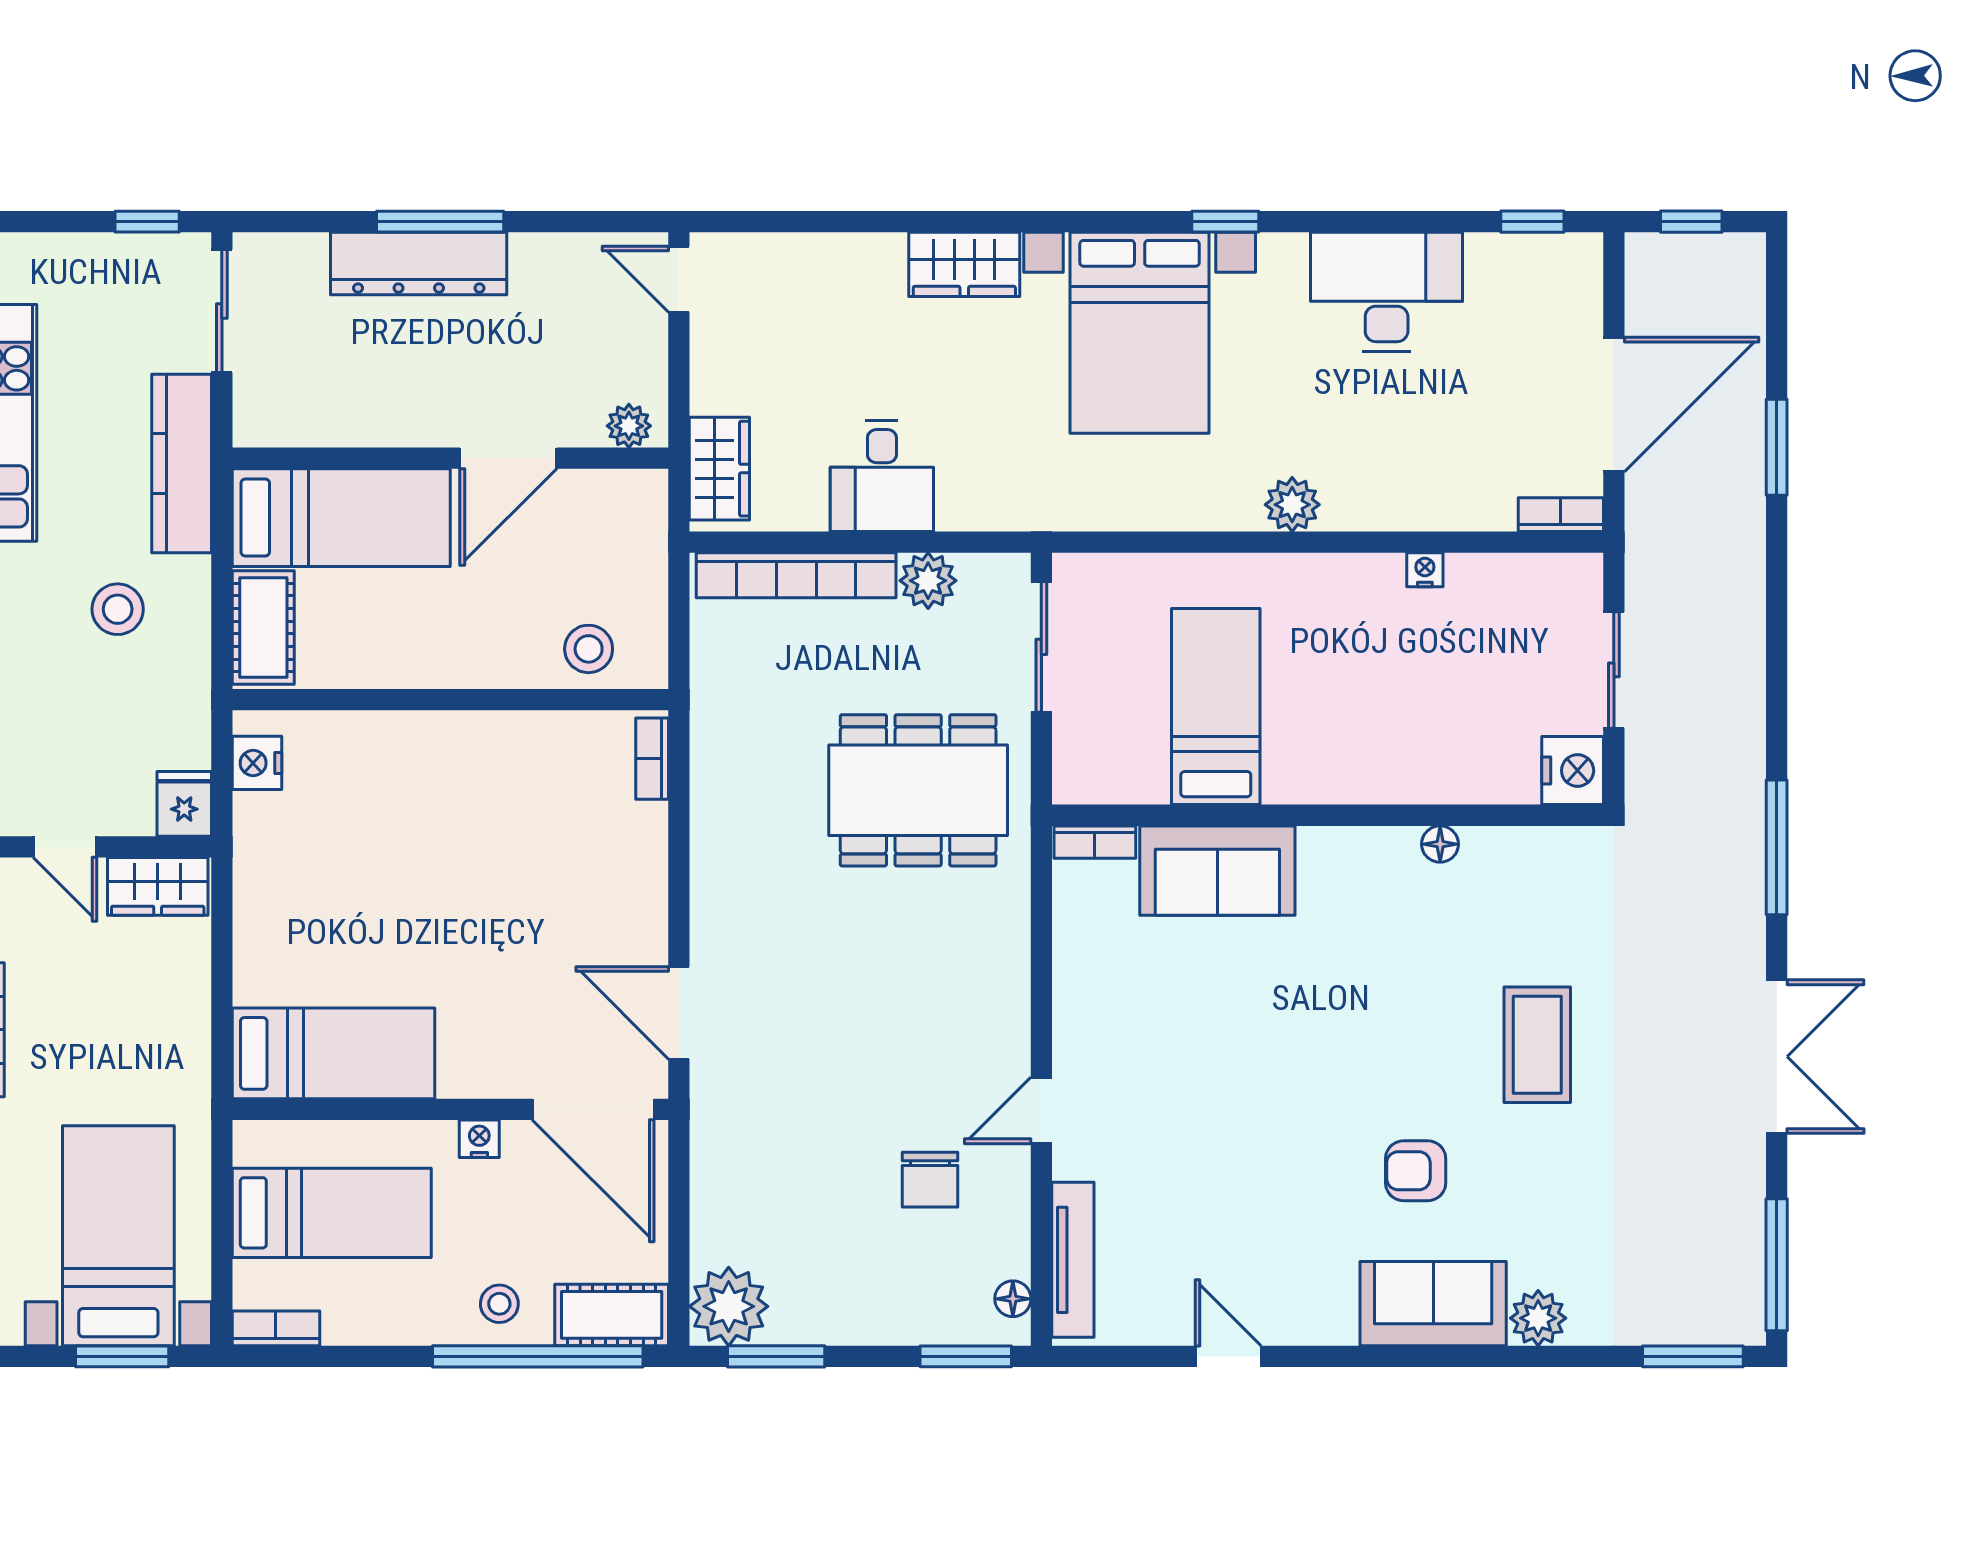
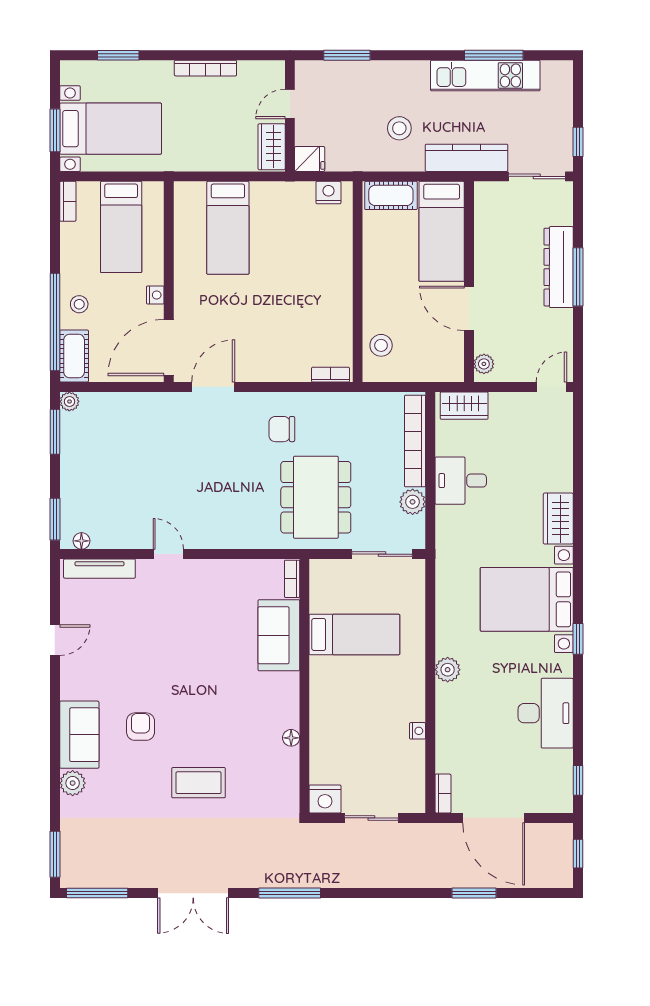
bed: (334, 1053) -> (228, 228), moved
chair: (930, 1180) -> (282, 429), moved
plant: (729, 1306) -> (69, 401), width x0.53, depth x0.53

